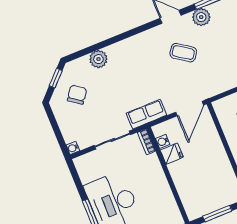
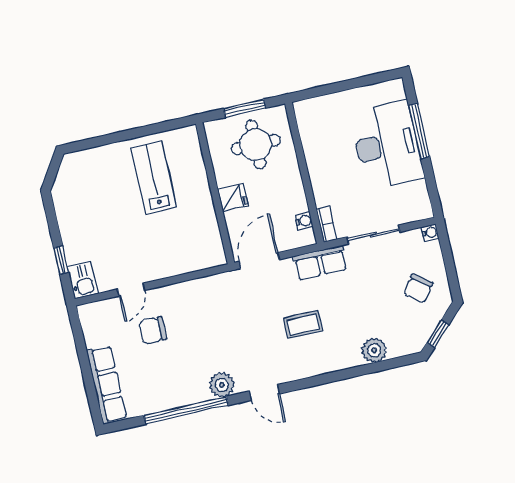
coffee table: (183, 53) -> (303, 325), moved, turned -35
chair: (77, 95) -> (418, 289), moved
fridge: (172, 154) -> (233, 197), moved, turned 180
round table: (205, 189) -> (256, 145), added

